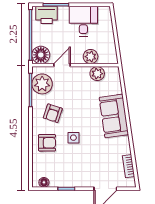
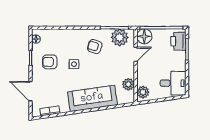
desk: (83, 21) -> (173, 83), moved
plant: (91, 57) -> (143, 92), moved
door: (62, 65) -> (136, 54), hinge flipped
sofa: (114, 116) -> (92, 98), width x1.36
armchair: (47, 143) -> (50, 62), moved, turned 90

